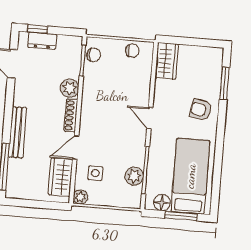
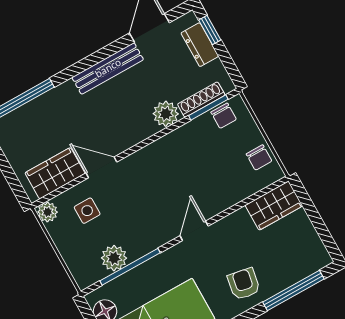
window: (225, 83) -> (293, 290), width x1.44
shoe rack: (71, 115) -> (201, 100), moved
bench: (17, 132) -> (108, 68), moved

